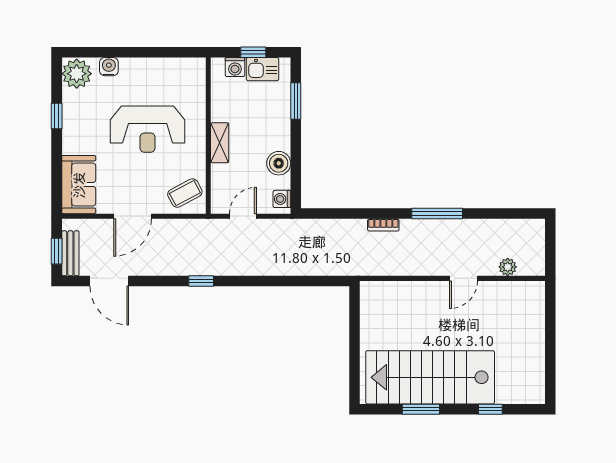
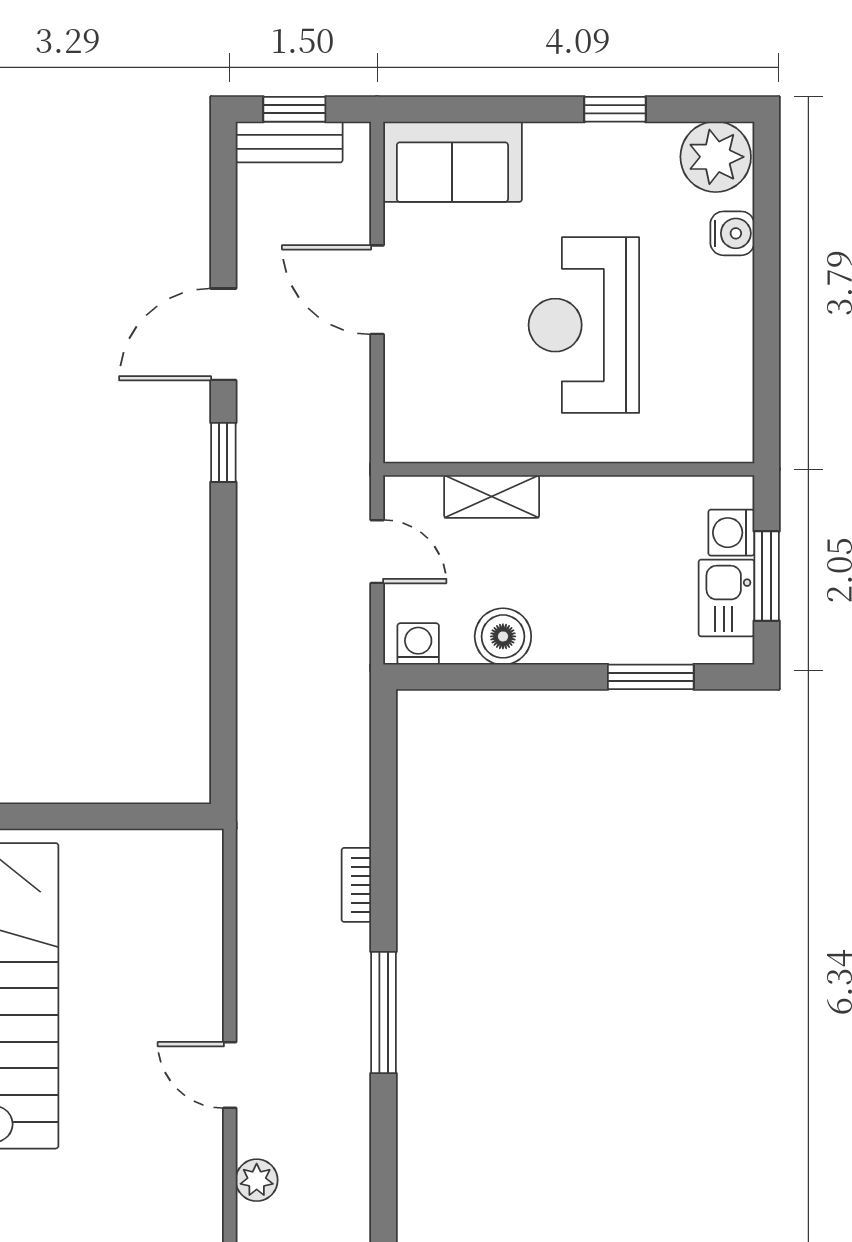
window: (253, 52) -> (767, 576), width x1.50
shelving: (220, 143) -> (492, 497), moved
coffee table: (185, 193) -> (432, 414), removed
door: (109, 281) -> (223, 334), moved

